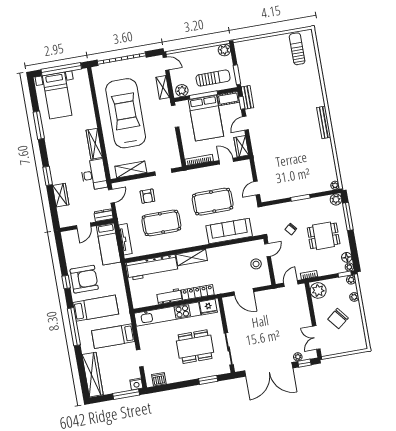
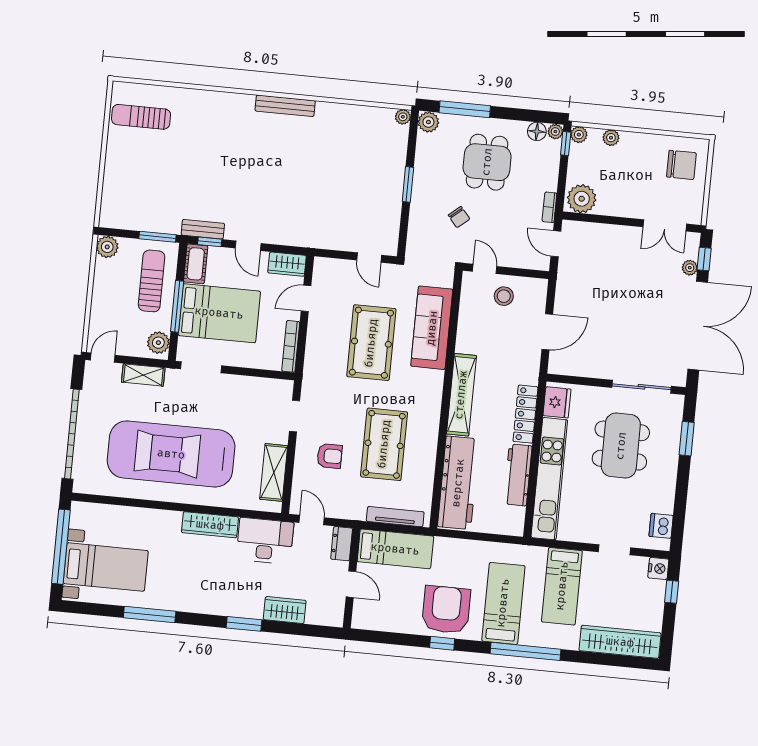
shelving: (192, 257) -> (461, 395), width x1.47
workbench: (169, 296) -> (518, 475), width x1.38
chair: (338, 319) -> (681, 165), moved, turned -51
window: (126, 394) -> (672, 592), width x0.46

